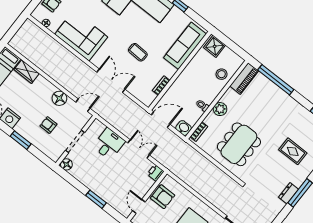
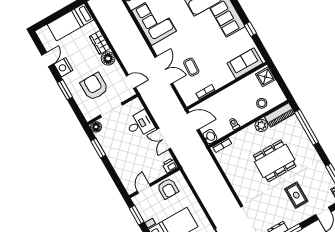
sofa: (185, 46) -> (245, 63), width x0.73
coffee table: (138, 52) -> (191, 67), moved
wardrobe: (27, 72) -> (100, 43), moved
floor lamp: (59, 98) -> (108, 58), moved
plant: (220, 109) -> (261, 125), moved
armchair: (48, 125) -> (94, 87), width x1.88, depth x1.88
dining table: (239, 144) -> (275, 161), moved
double door: (139, 149) -> (164, 139), swing flipped
window: (96, 199) -> (98, 148), moved

